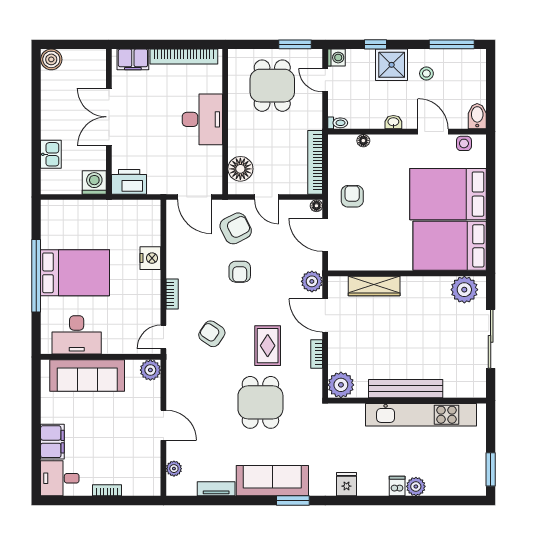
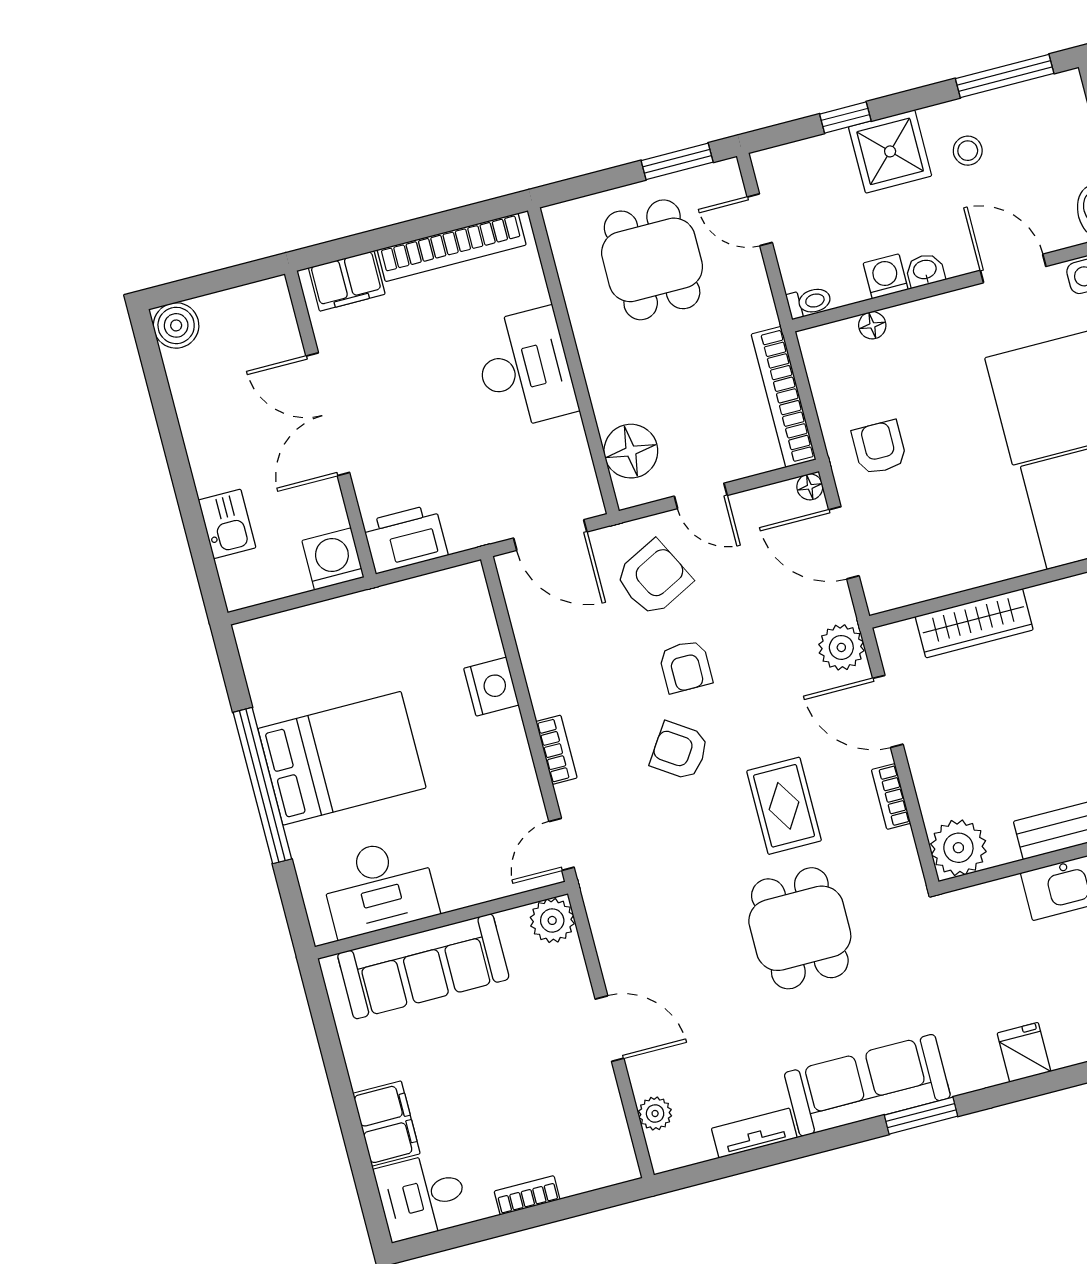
washing machine: (336, 58) -> (886, 276), moved, turned -90
armchair: (212, 334) -> (679, 751), moved

